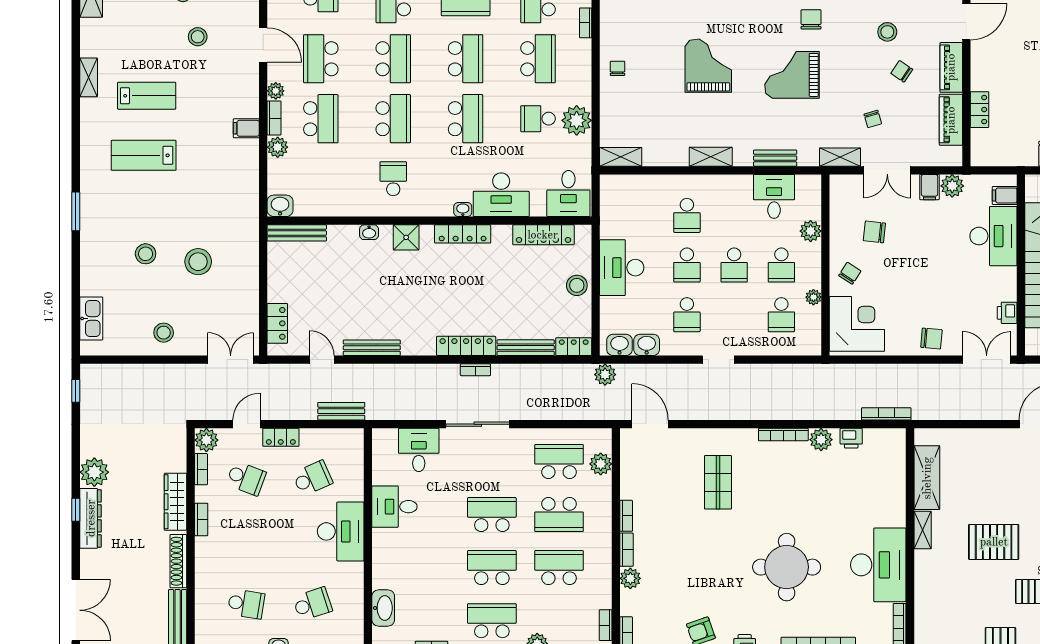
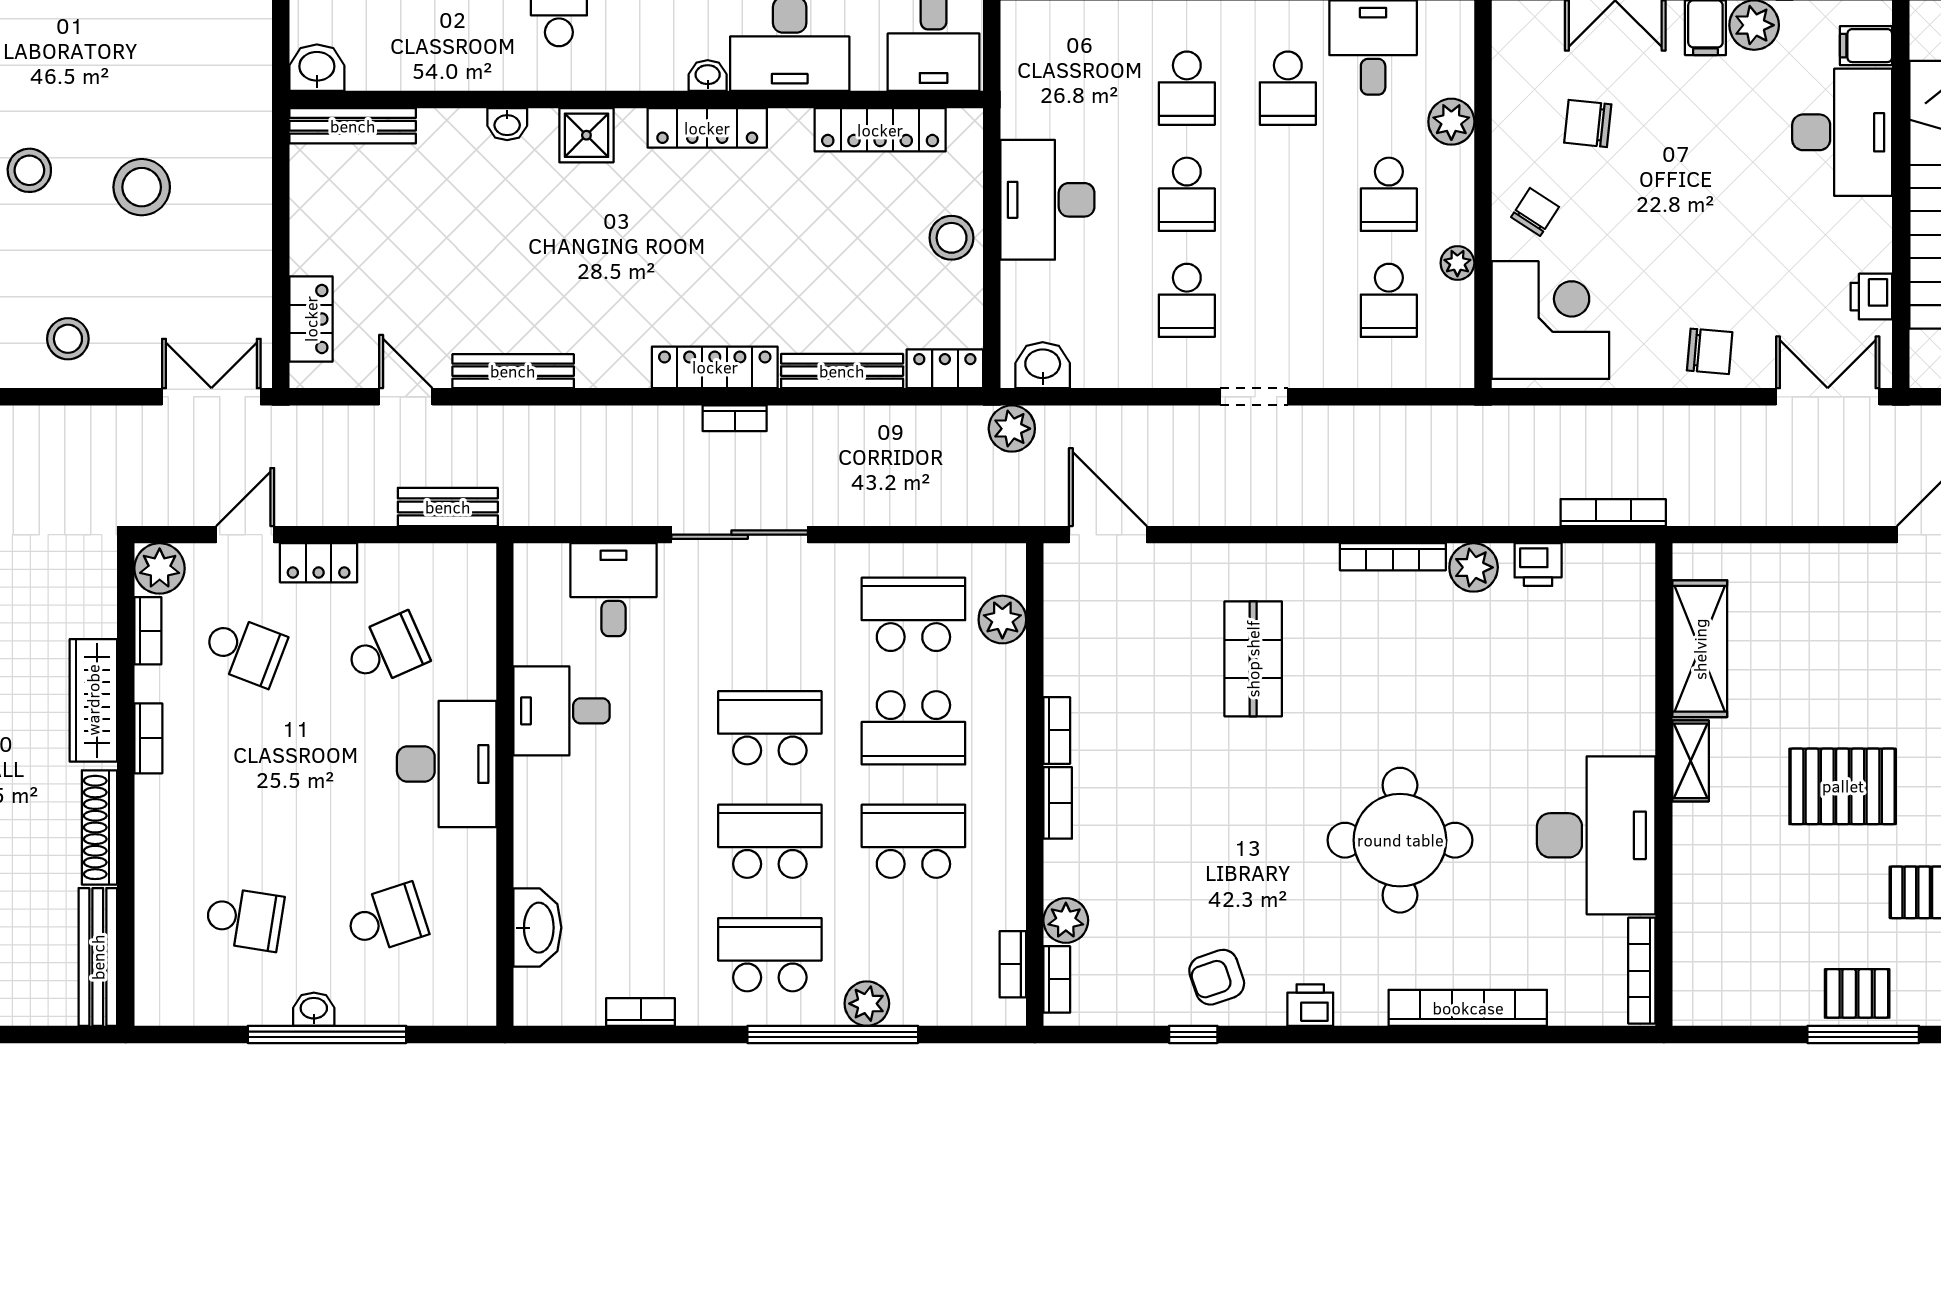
school desk: (734, 265) -> (1288, 88), moved
washbasin: (647, 345) -> (1101, 365), removed
plant: (630, 578) -> (1066, 920), moved

